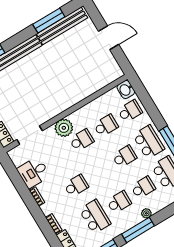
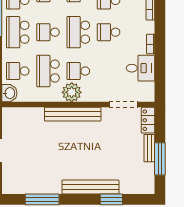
bench: (62, 26) -> (73, 114), moved
school desk: (106, 126) -> (48, 71), width x1.85
plant: (64, 128) -> (72, 92), moved
school desk: (100, 171) -> (78, 32), added

